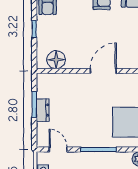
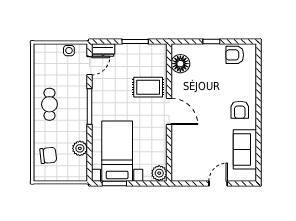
rug: (79, 92) -> (148, 87), added
dresser: (43, 110) -> (103, 50), moved

